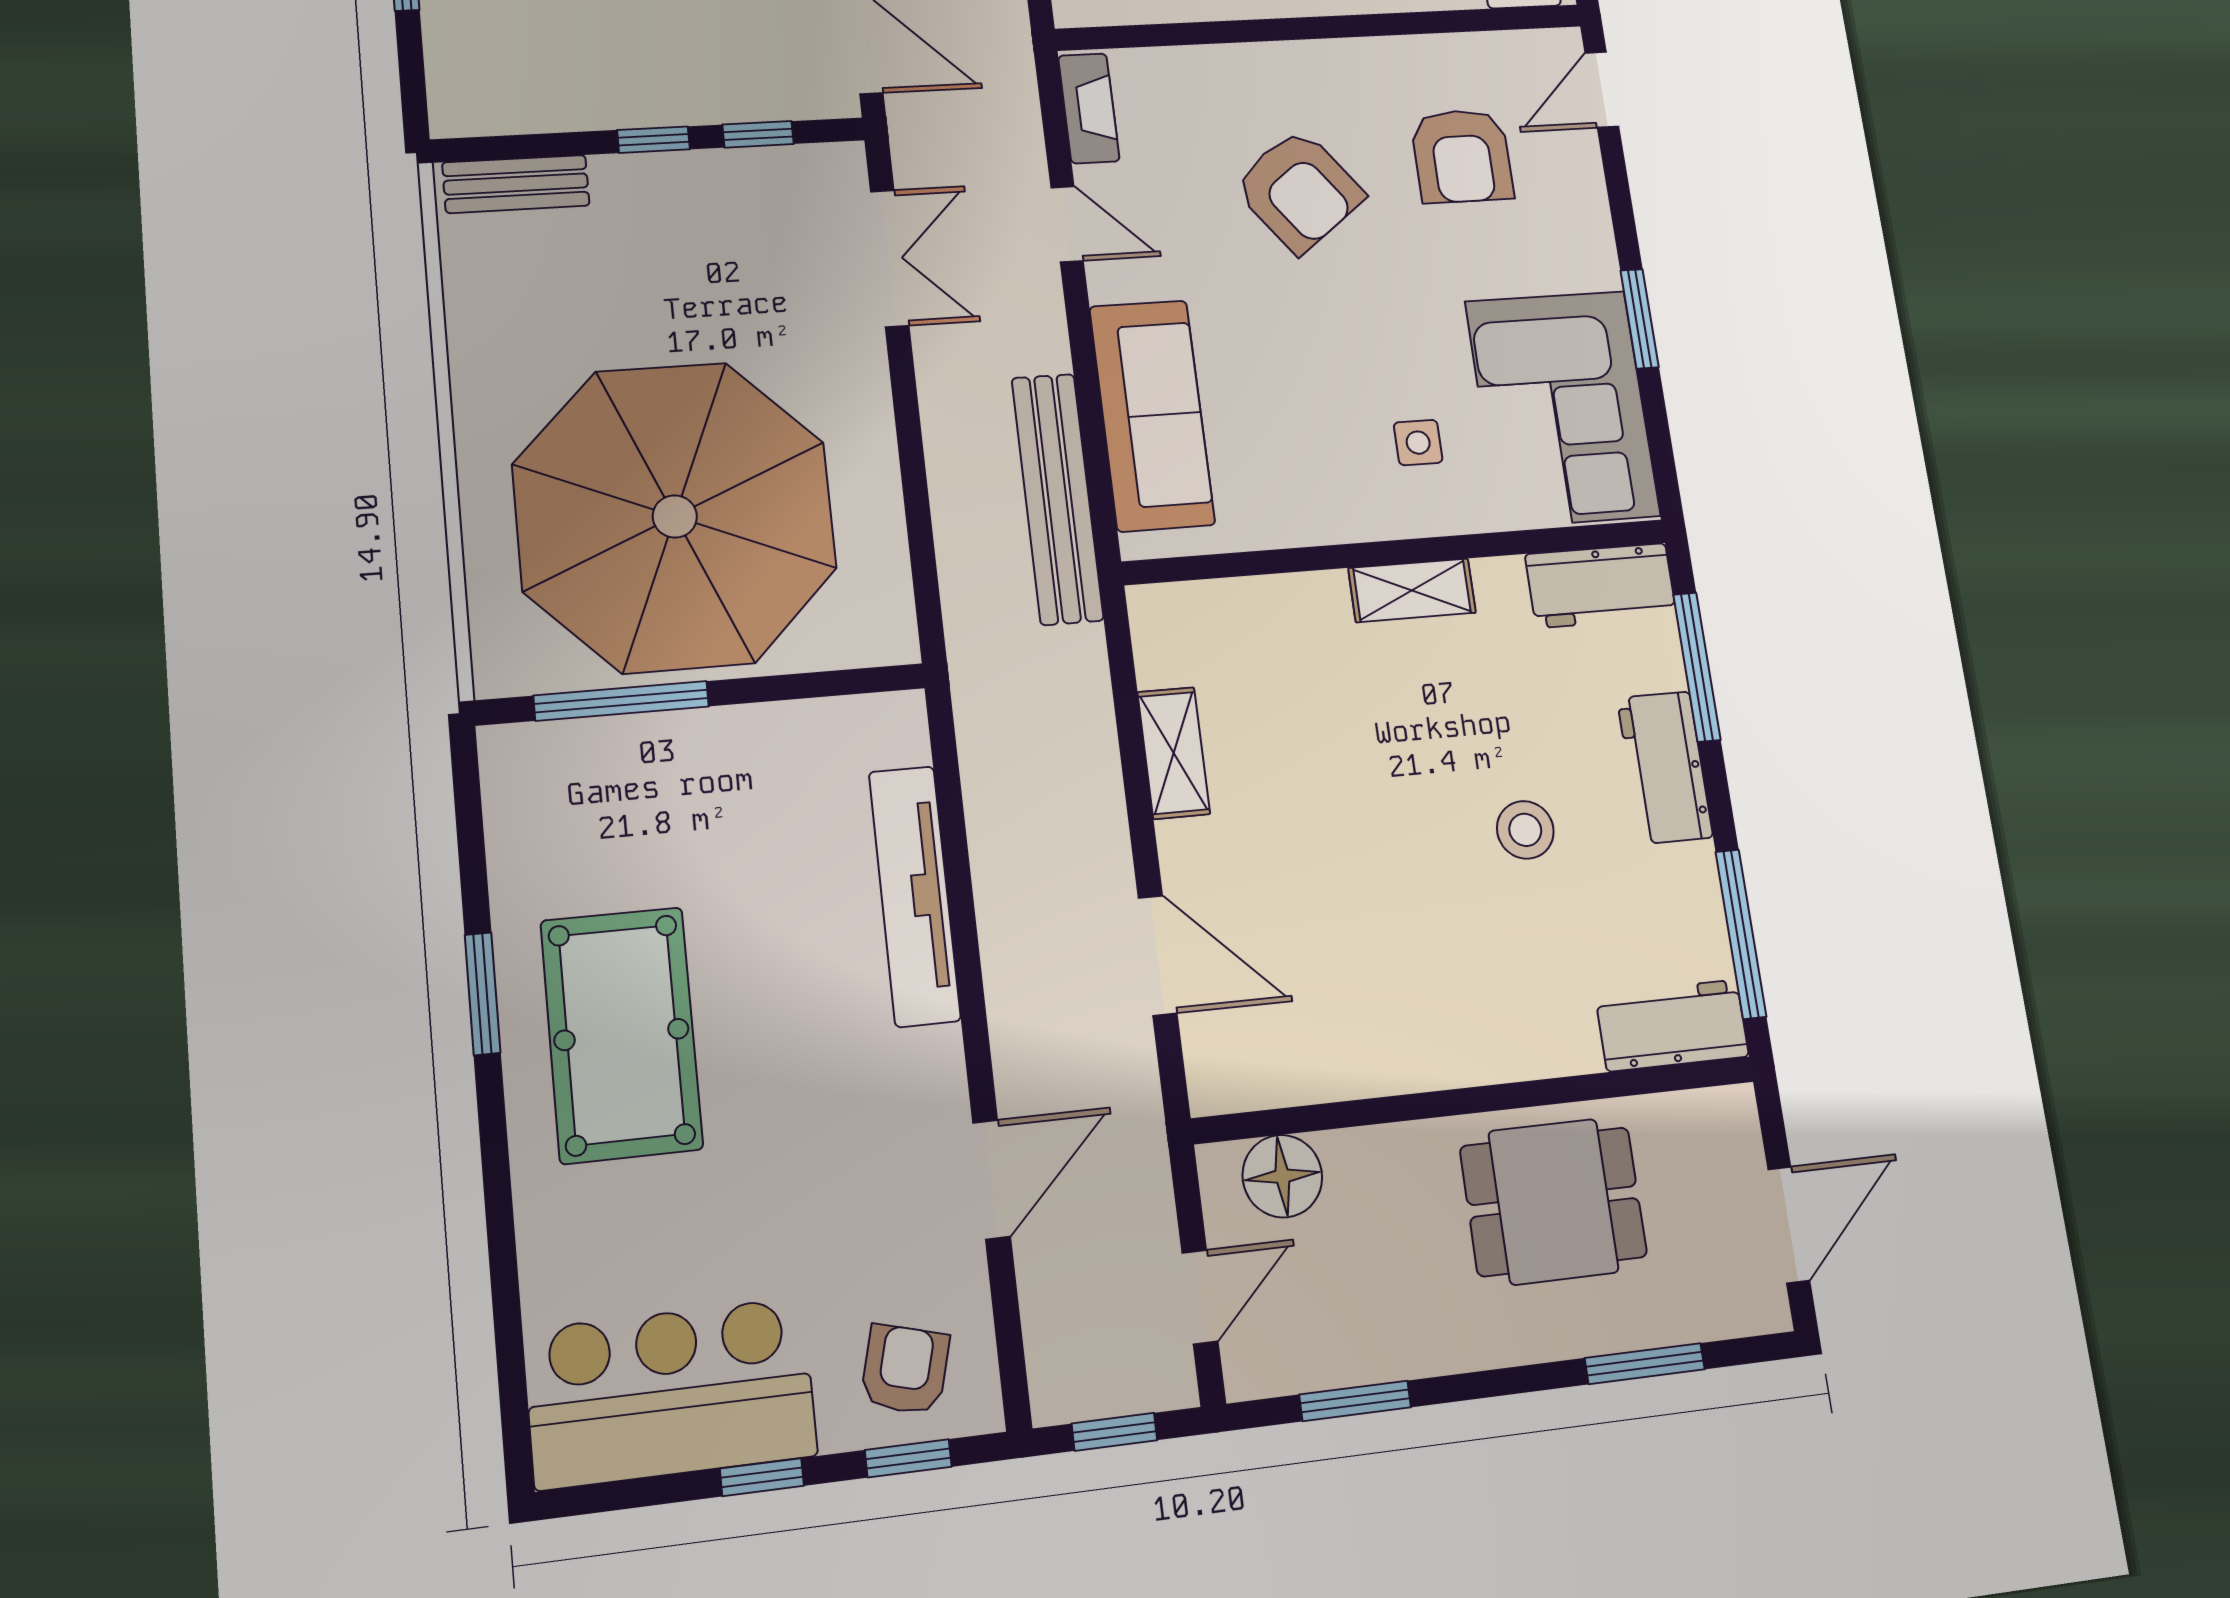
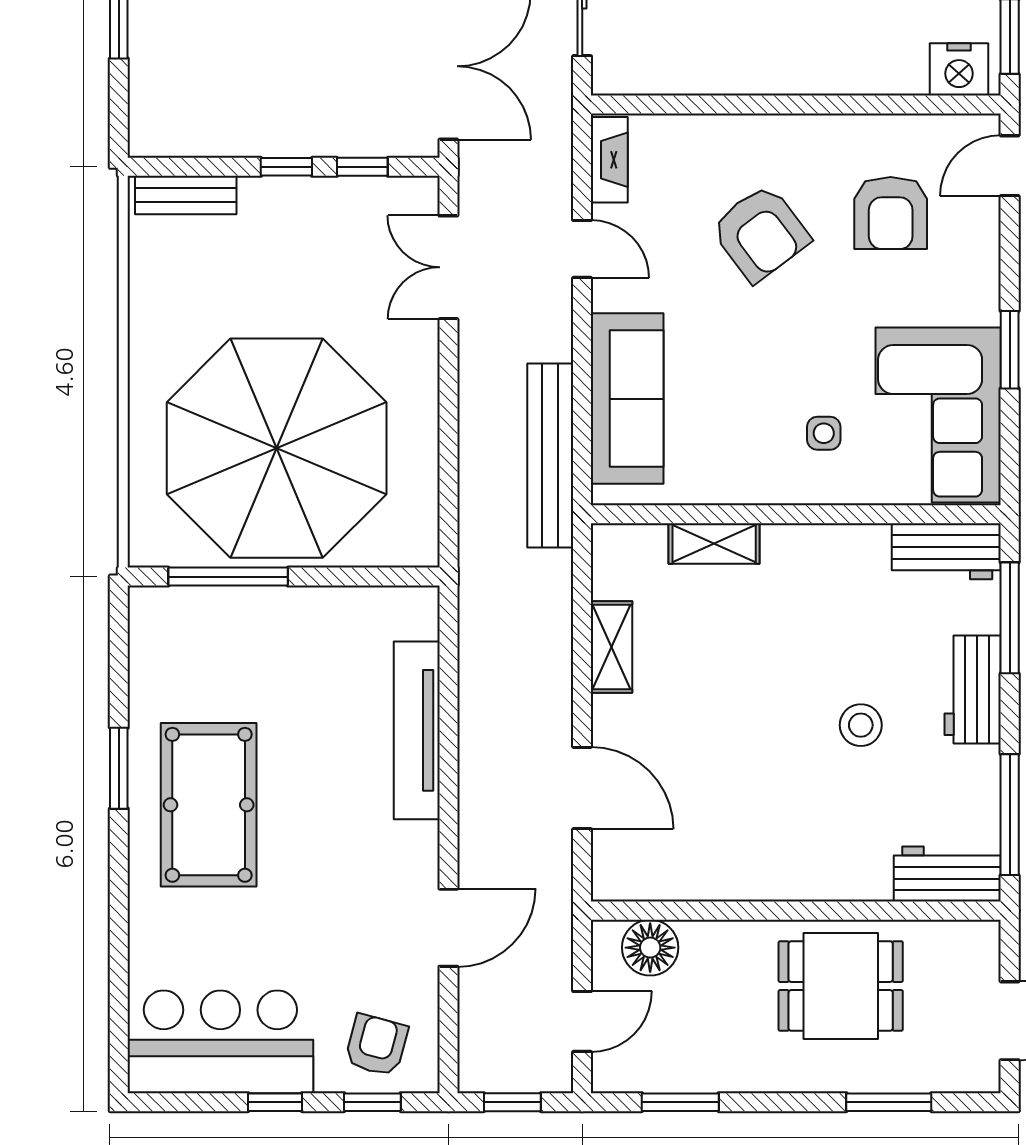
double door: (890, 258) -> (448, 267), swing flipped
shelving: (1412, 590) -> (714, 544), moved

